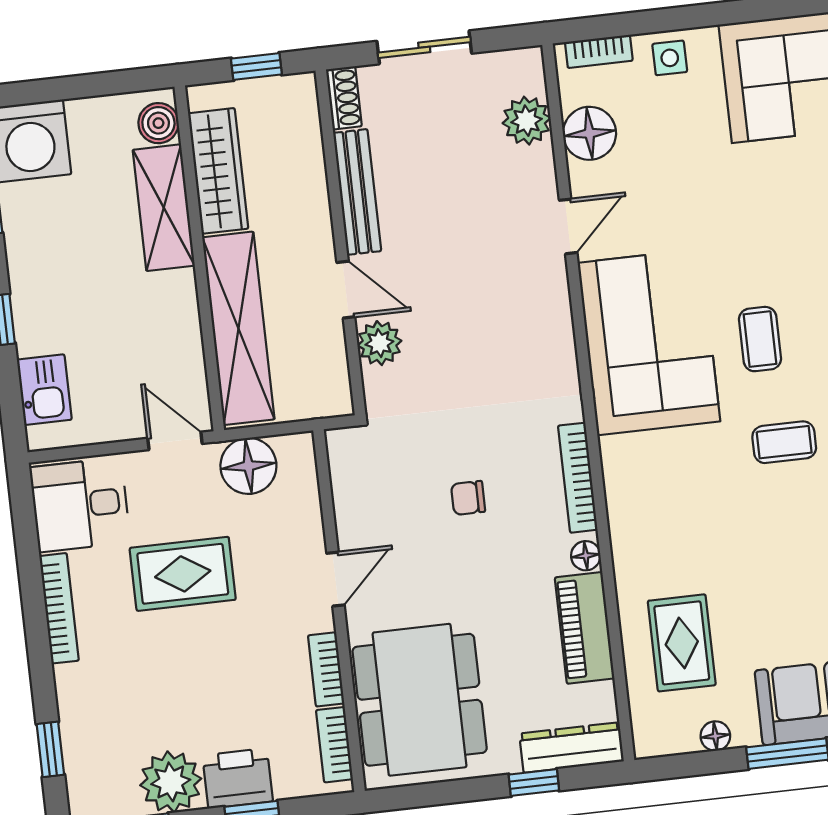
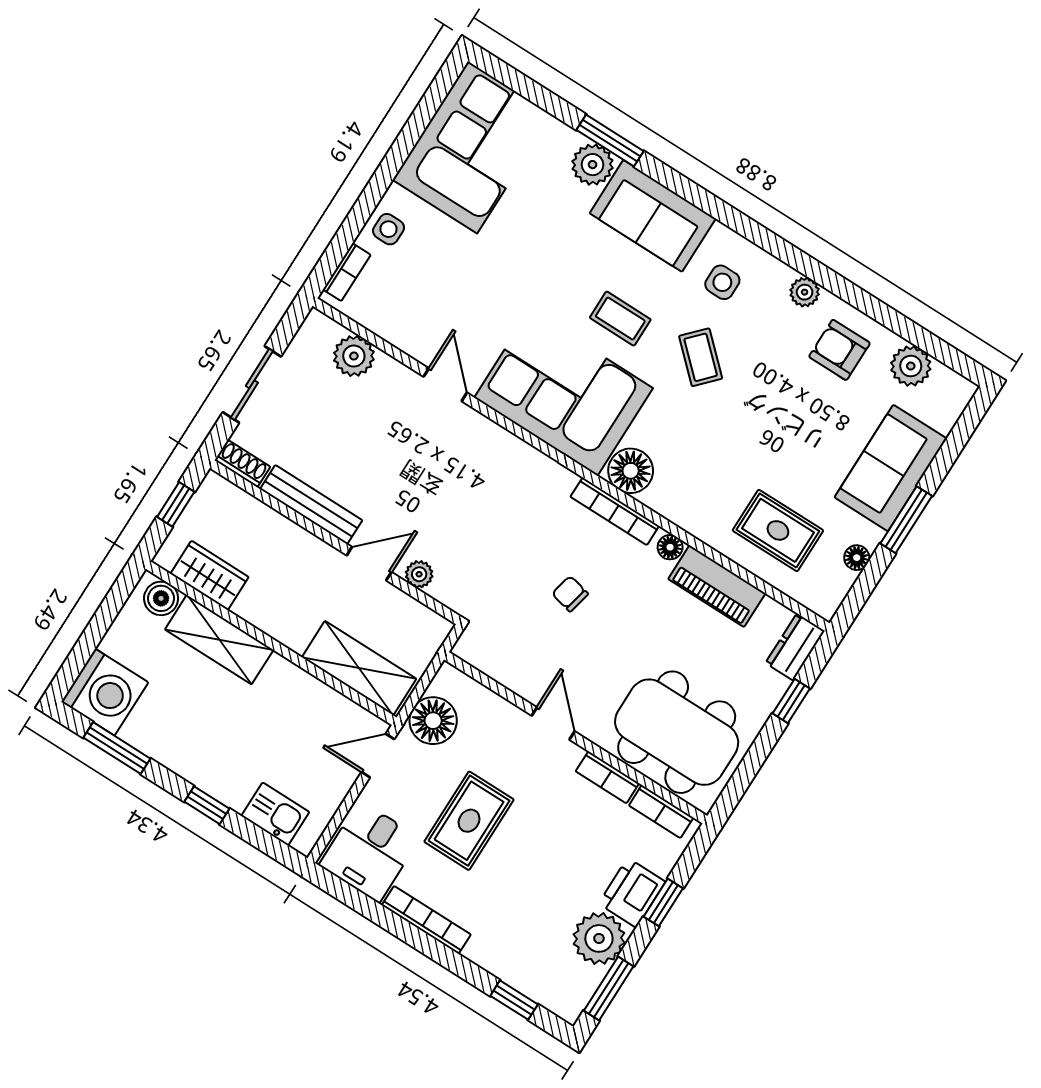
floor lamp: (589, 133) -> (631, 471), moved
wardrobe: (218, 171) -> (210, 575), width x0.67
shelving: (238, 328) -> (359, 668), width x0.68
plant: (379, 343) -> (419, 574), width x0.73, depth x0.73
coffee table: (784, 442) -> (701, 357), turned -47
chair: (468, 498) -> (570, 594), turned 103
dresser: (572, 747) -> (795, 647), width x0.70

